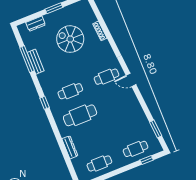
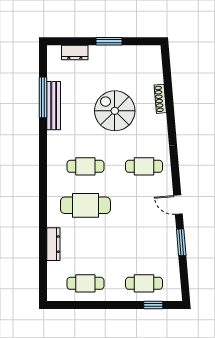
spiral stairs: (70, 39) -> (115, 111), moved
bench: (36, 62) -> (54, 106), width x1.36
door: (131, 80) -> (178, 205), moved
window: (45, 103) -> (43, 168), removed
window: (156, 129) -> (181, 242), moved

